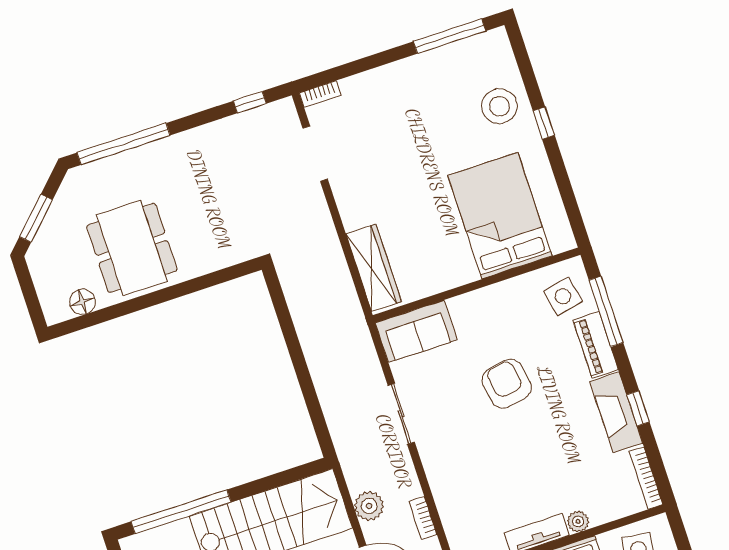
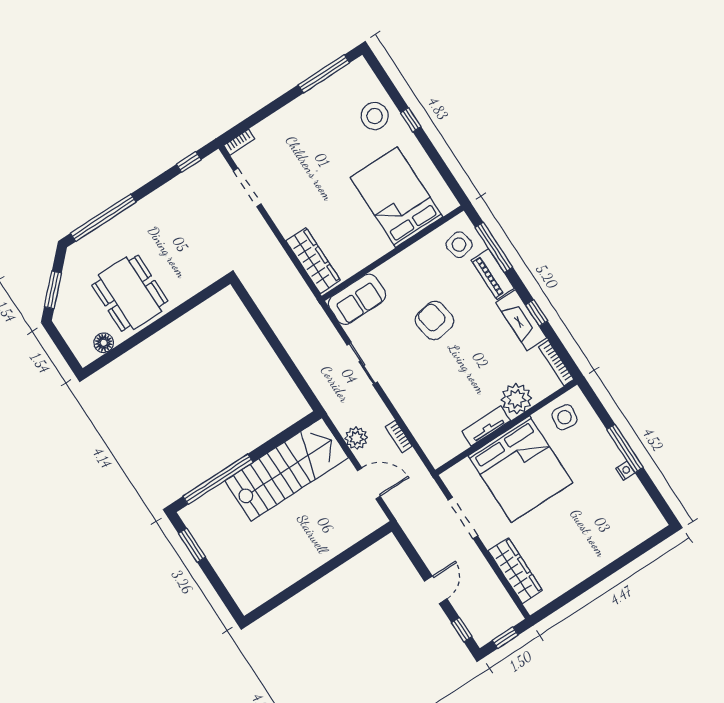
plant: (578, 521) -> (516, 399), width x1.88, depth x1.88

